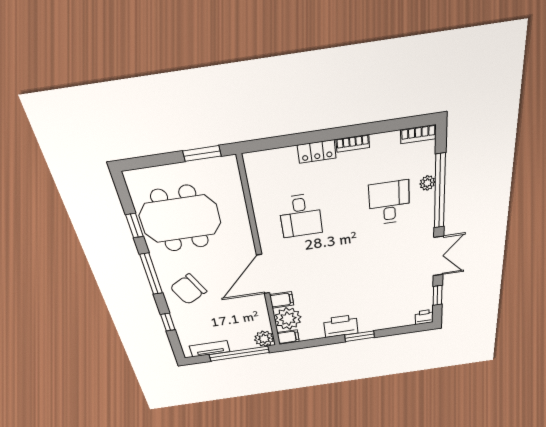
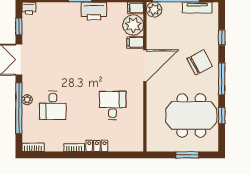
window: (202, 153) -> (187, 155), moved
plant: (427, 183) -> (27, 100), moved

